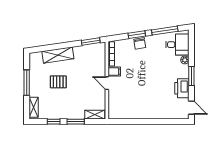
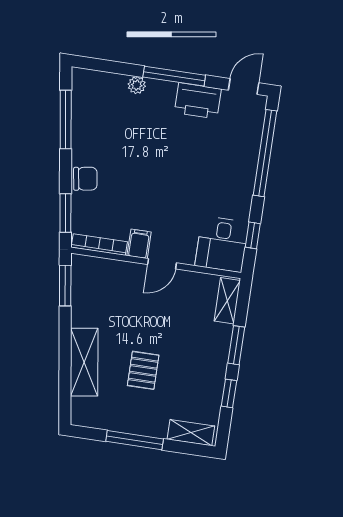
window: (137, 35) -> (65, 213), moved
desk: (177, 45) -> (222, 244), moved, turned 180
window: (191, 76) -> (174, 76), width x1.44
window: (126, 122) -> (253, 235), added
window: (163, 122) -> (265, 153), added

